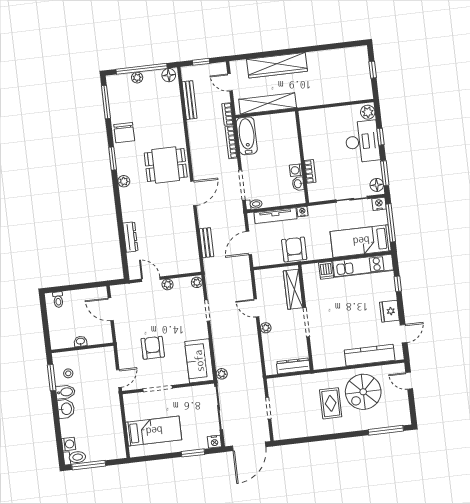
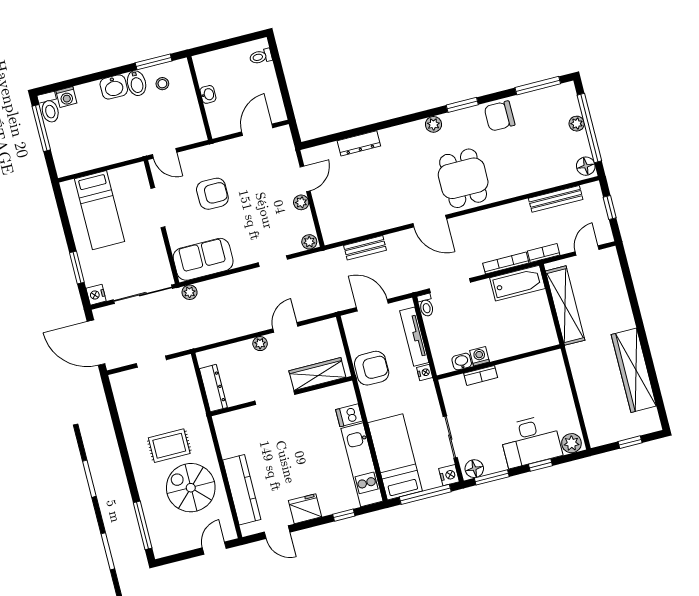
wardrobe: (277, 65) -> (634, 370), moved

